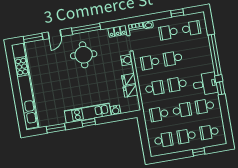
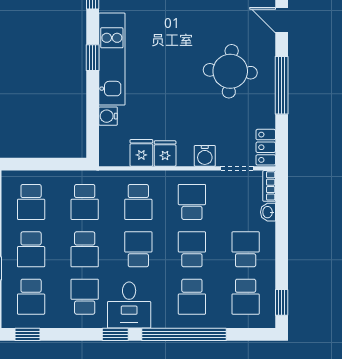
window: (177, 13) -> (282, 302), moved
school desk: (196, 54) -> (192, 297), added
school desk: (159, 114) -> (85, 202), turned 180
window: (228, 131) -> (27, 334), added
school desk: (209, 132) -> (31, 297), turned 180
school desk: (186, 136) -> (31, 249), turned 180

